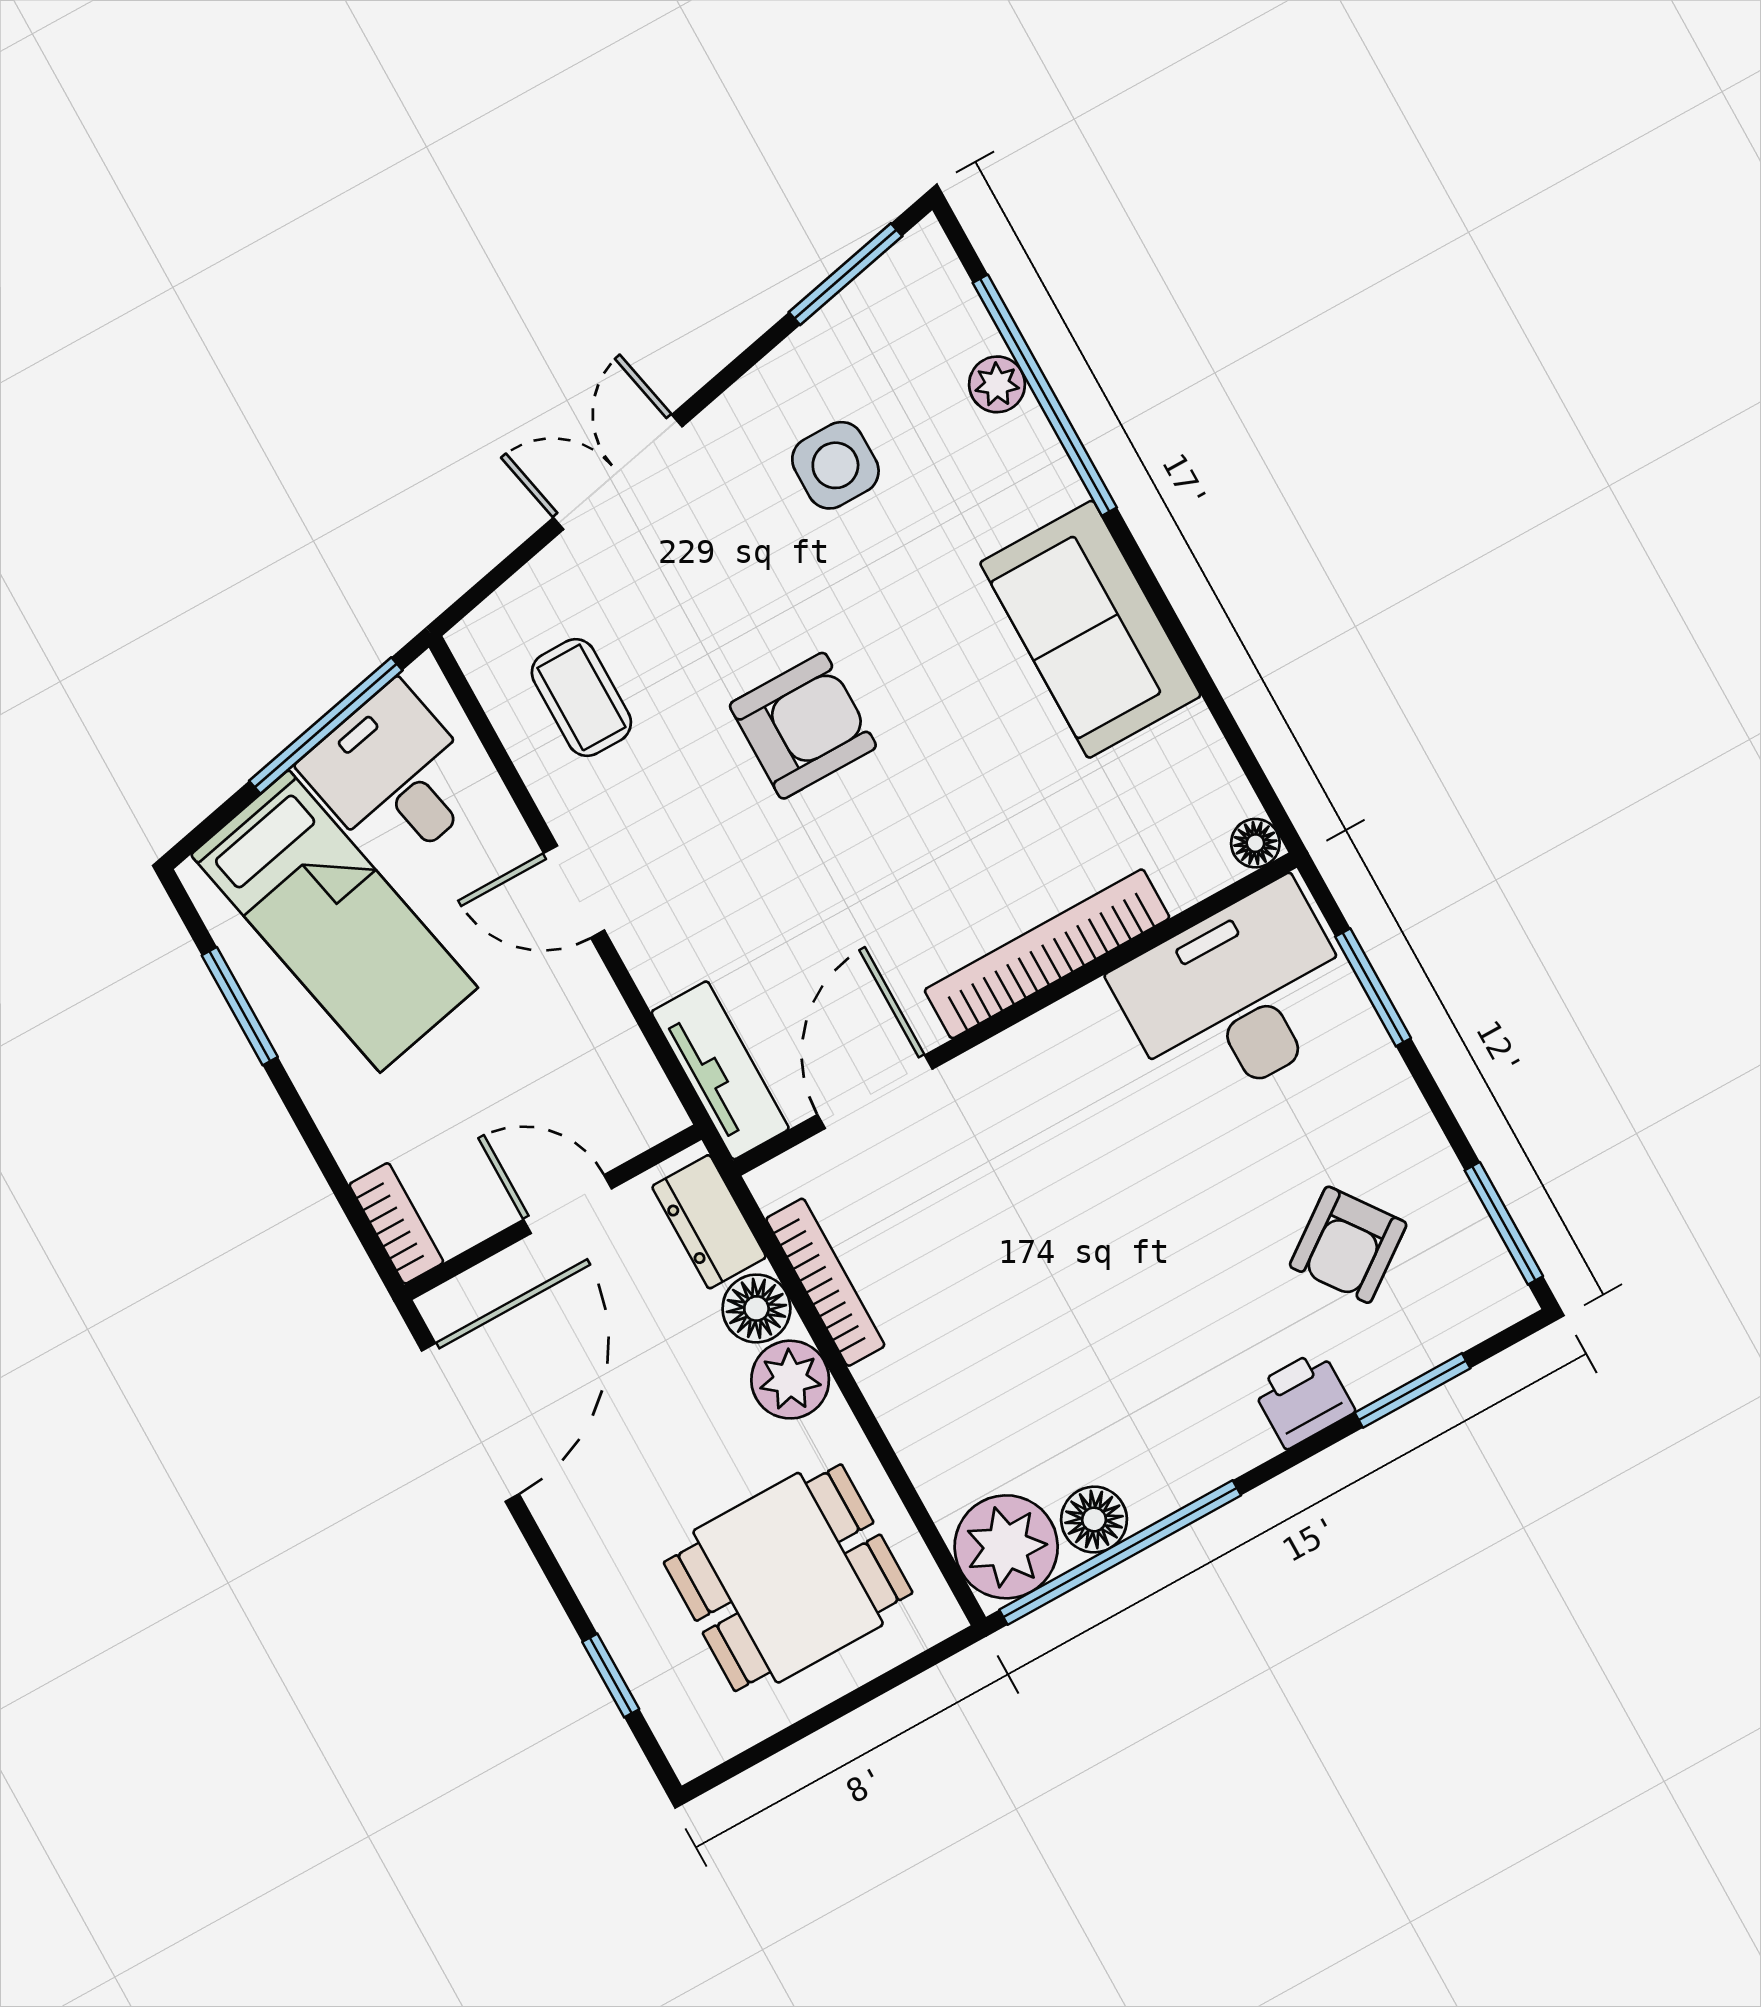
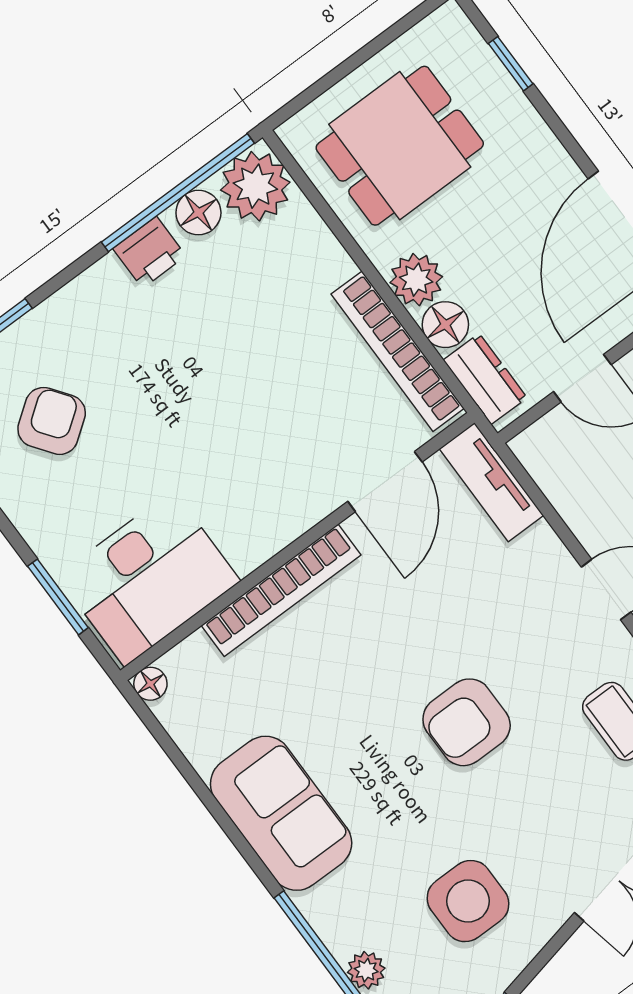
side table: (835, 465) -> (468, 901), width x1.37, depth x1.37
bookcase: (825, 1282) -> (398, 351), width x1.48, depth x1.31
printer: (1303, 1399) -> (149, 252), moved

